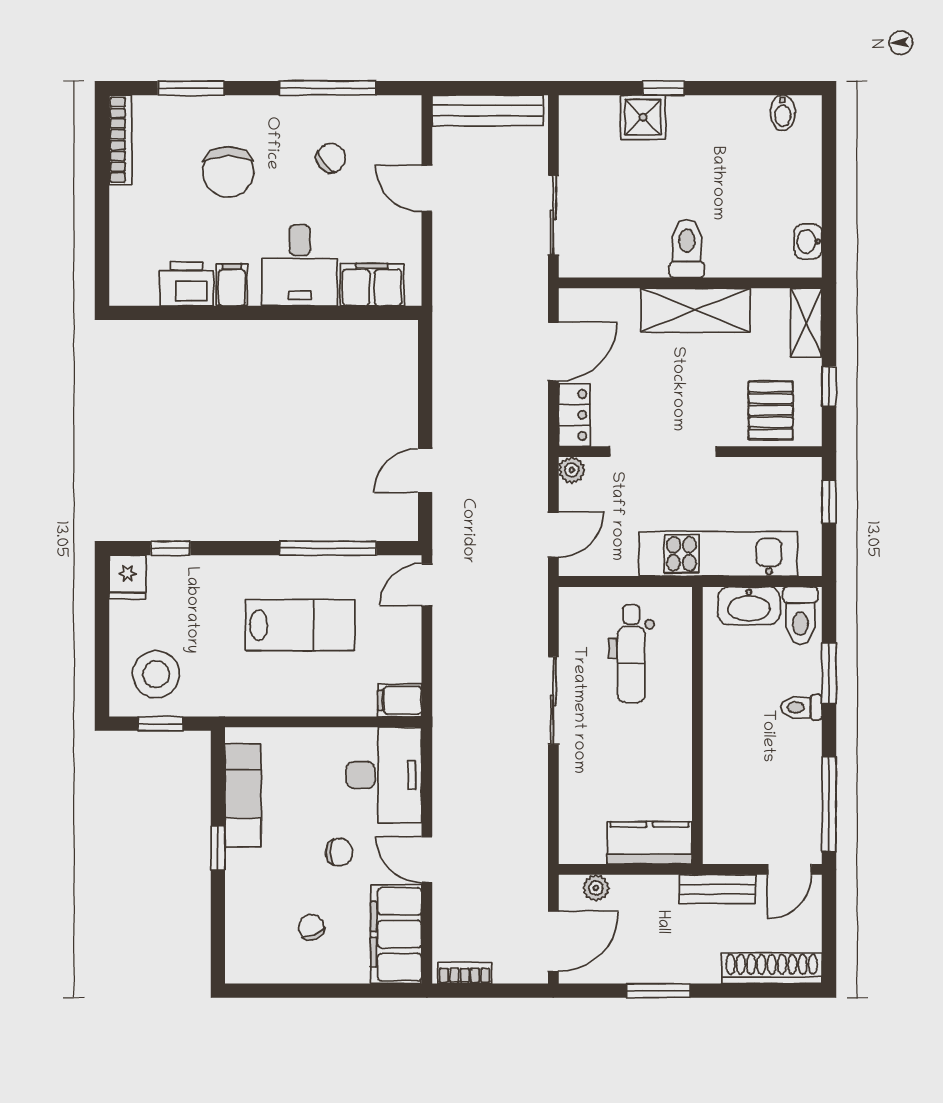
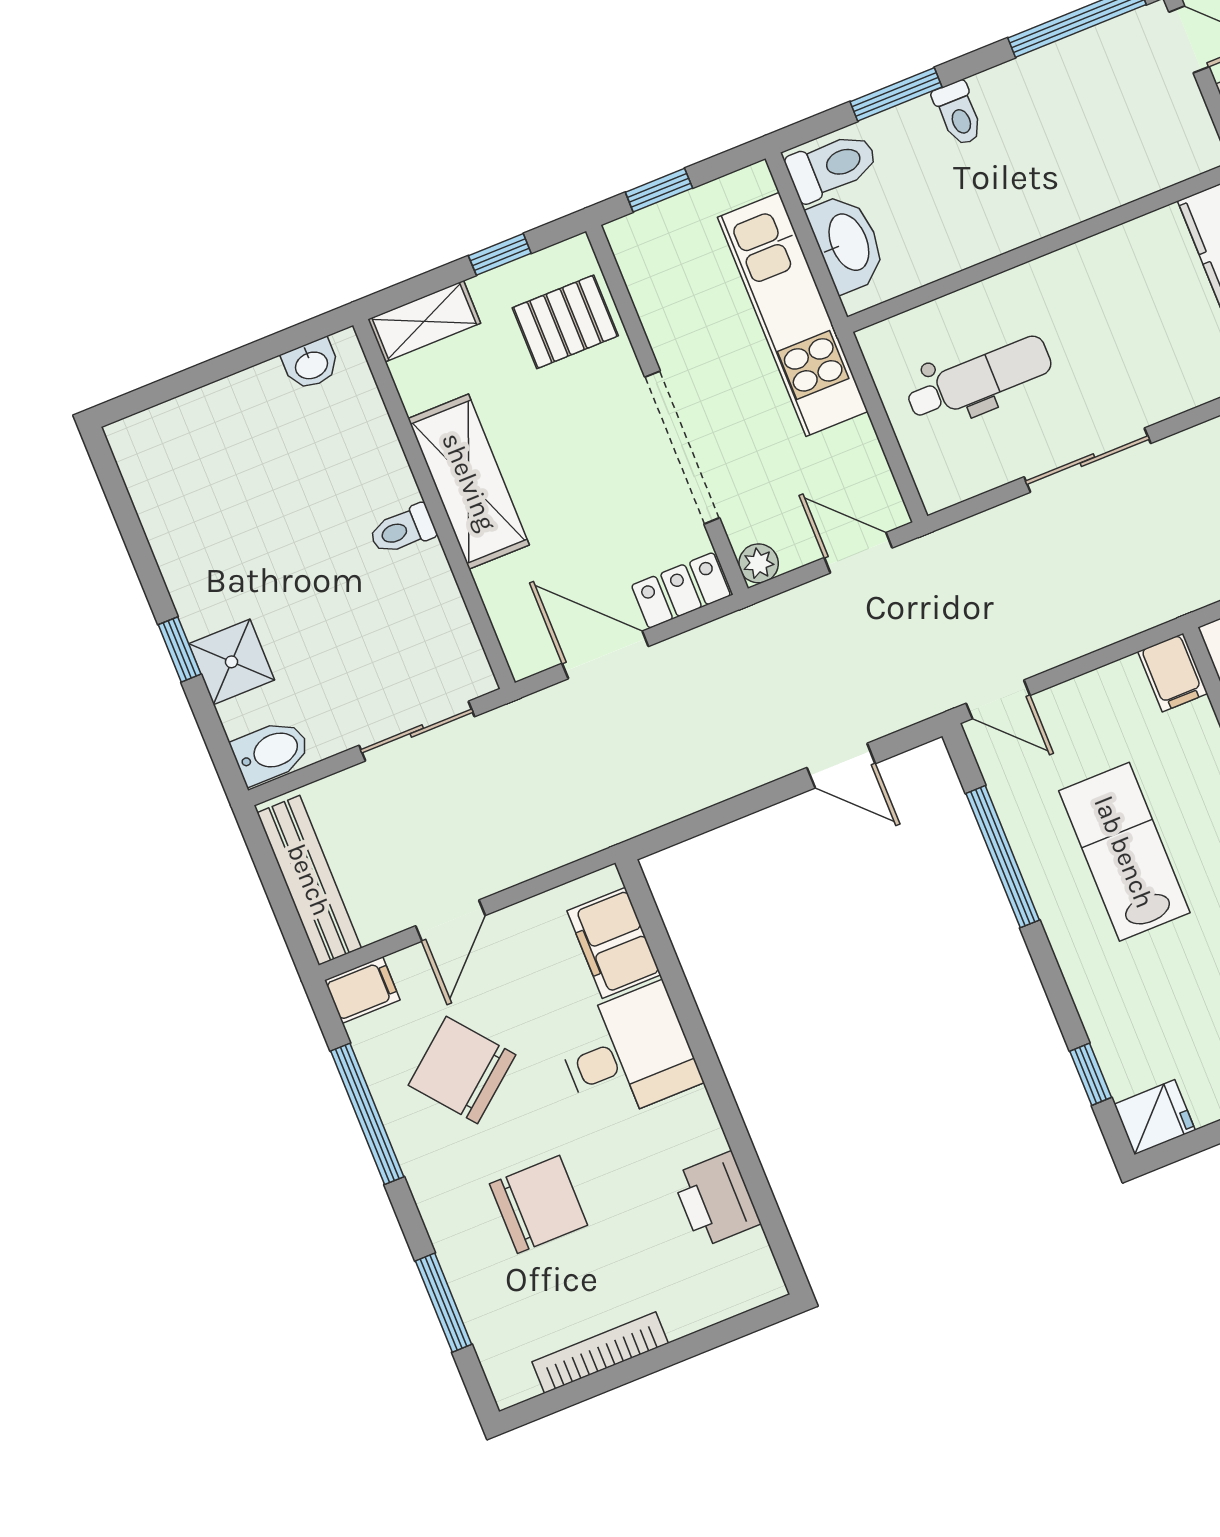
bidet: (783, 113) -> (271, 752), moved, width x1.38, depth x1.36
bookcase: (120, 140) -> (600, 1353), moved
chair: (331, 158) -> (462, 1070), width x1.87, depth x1.87
toilet: (687, 249) -> (402, 530), width x0.73, depth x0.72
filing cabinet: (232, 285) -> (362, 990), moved, turned 180

